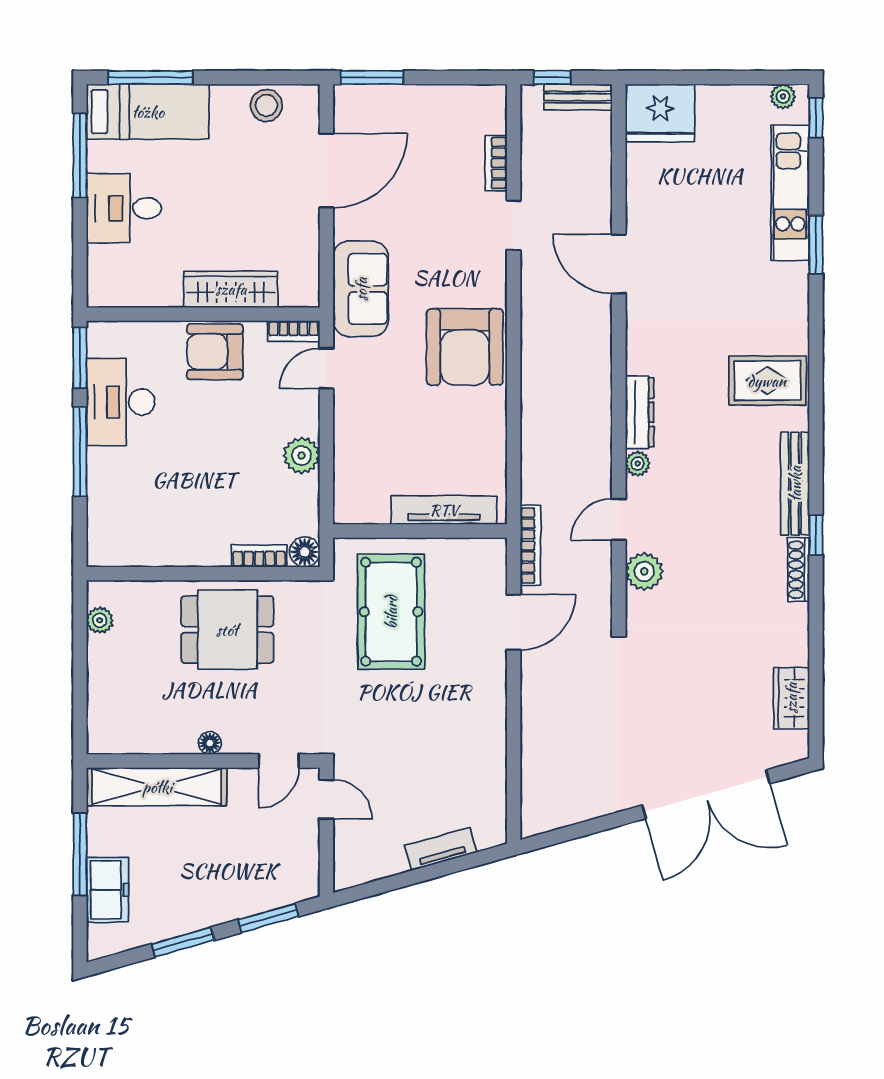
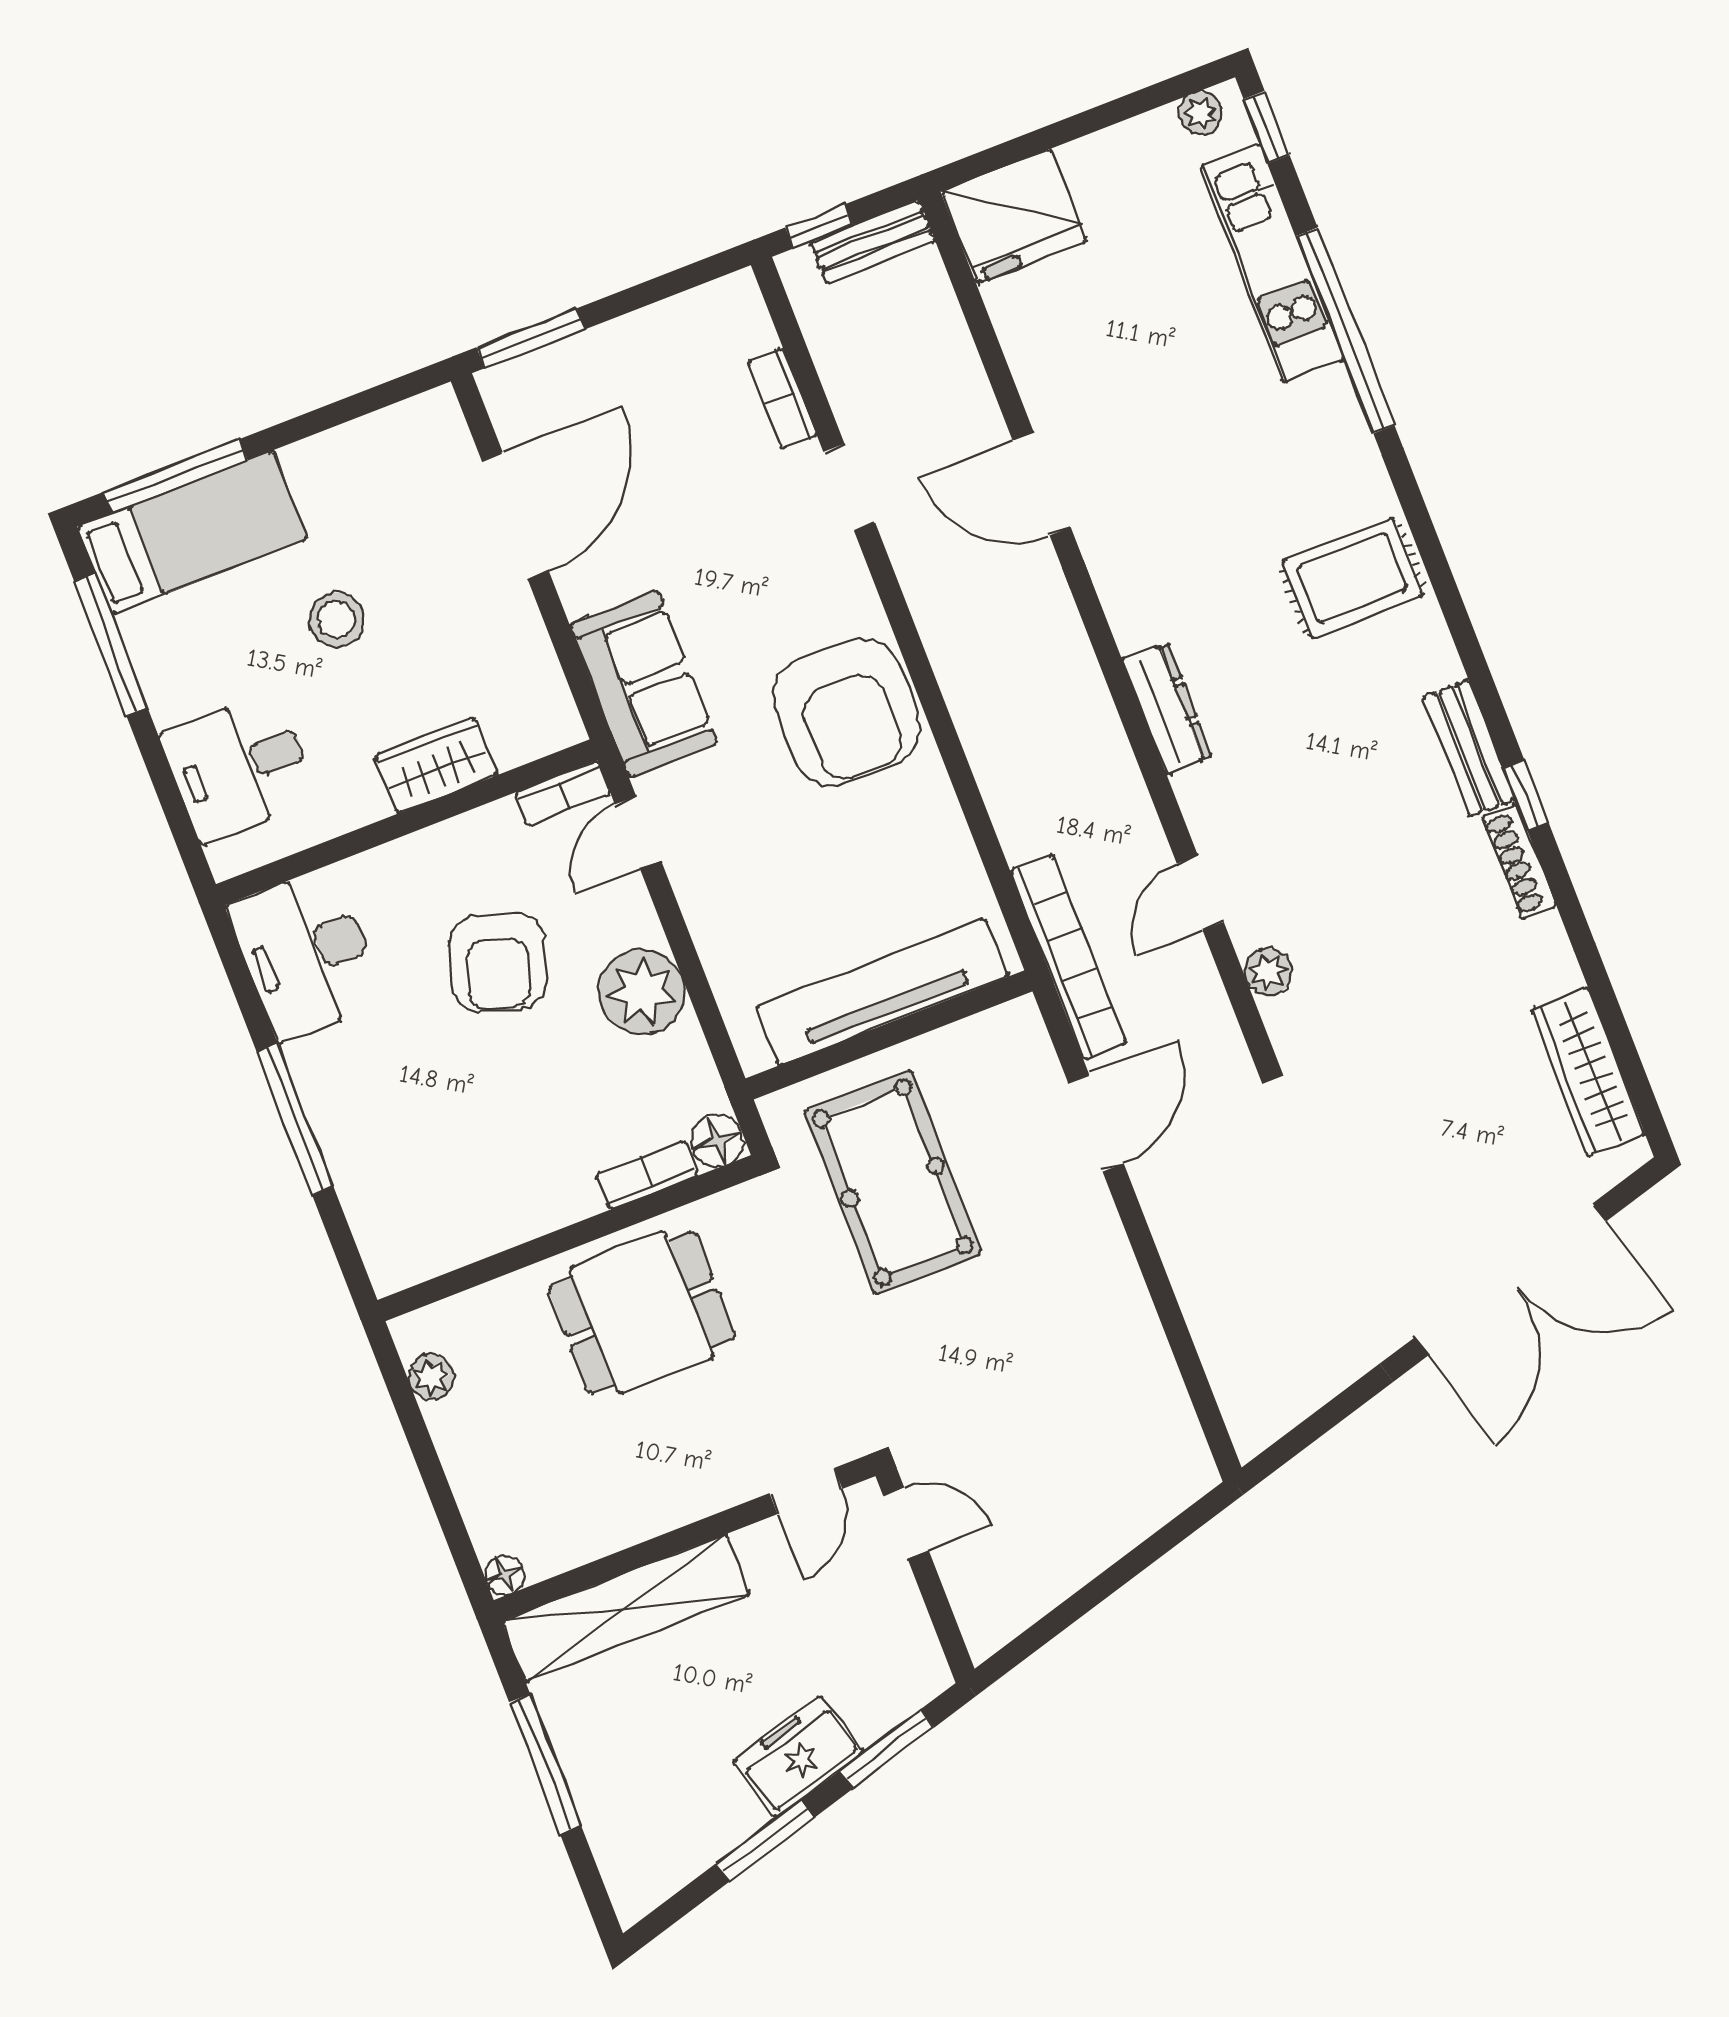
stool: (266, 105) -> (336, 620), moved
desk: (124, 208) -> (240, 767), moved
window: (816, 245) -> (1345, 331), width x2.11
wardrobe: (231, 289) -> (436, 765), width x0.67
armchair: (215, 352) -> (498, 962), moved, turned -72
window: (80, 358) -> (237, 969), removed
desk: (121, 402) -> (306, 954), moved
plant: (302, 456) -> (642, 992), width x1.36, depth x1.36
plant: (638, 464) -> (1196, 792), removed
bench: (795, 484) -> (1469, 748), width x0.73
tv unit: (444, 510) -> (881, 992), width x1.36, depth x1.29
bookcase: (530, 546) -> (1068, 957), width x1.48, depth x1.31
plant: (644, 571) -> (1268, 972), width x0.73, depth x0.73
wardrobe: (791, 698) -> (1588, 1072), width x1.50
floor lamp: (210, 743) -> (505, 1575), moved
tv unit: (441, 849) -> (1120, 1531), removed
freezer: (107, 890) -> (798, 1756), moved, turned -106

